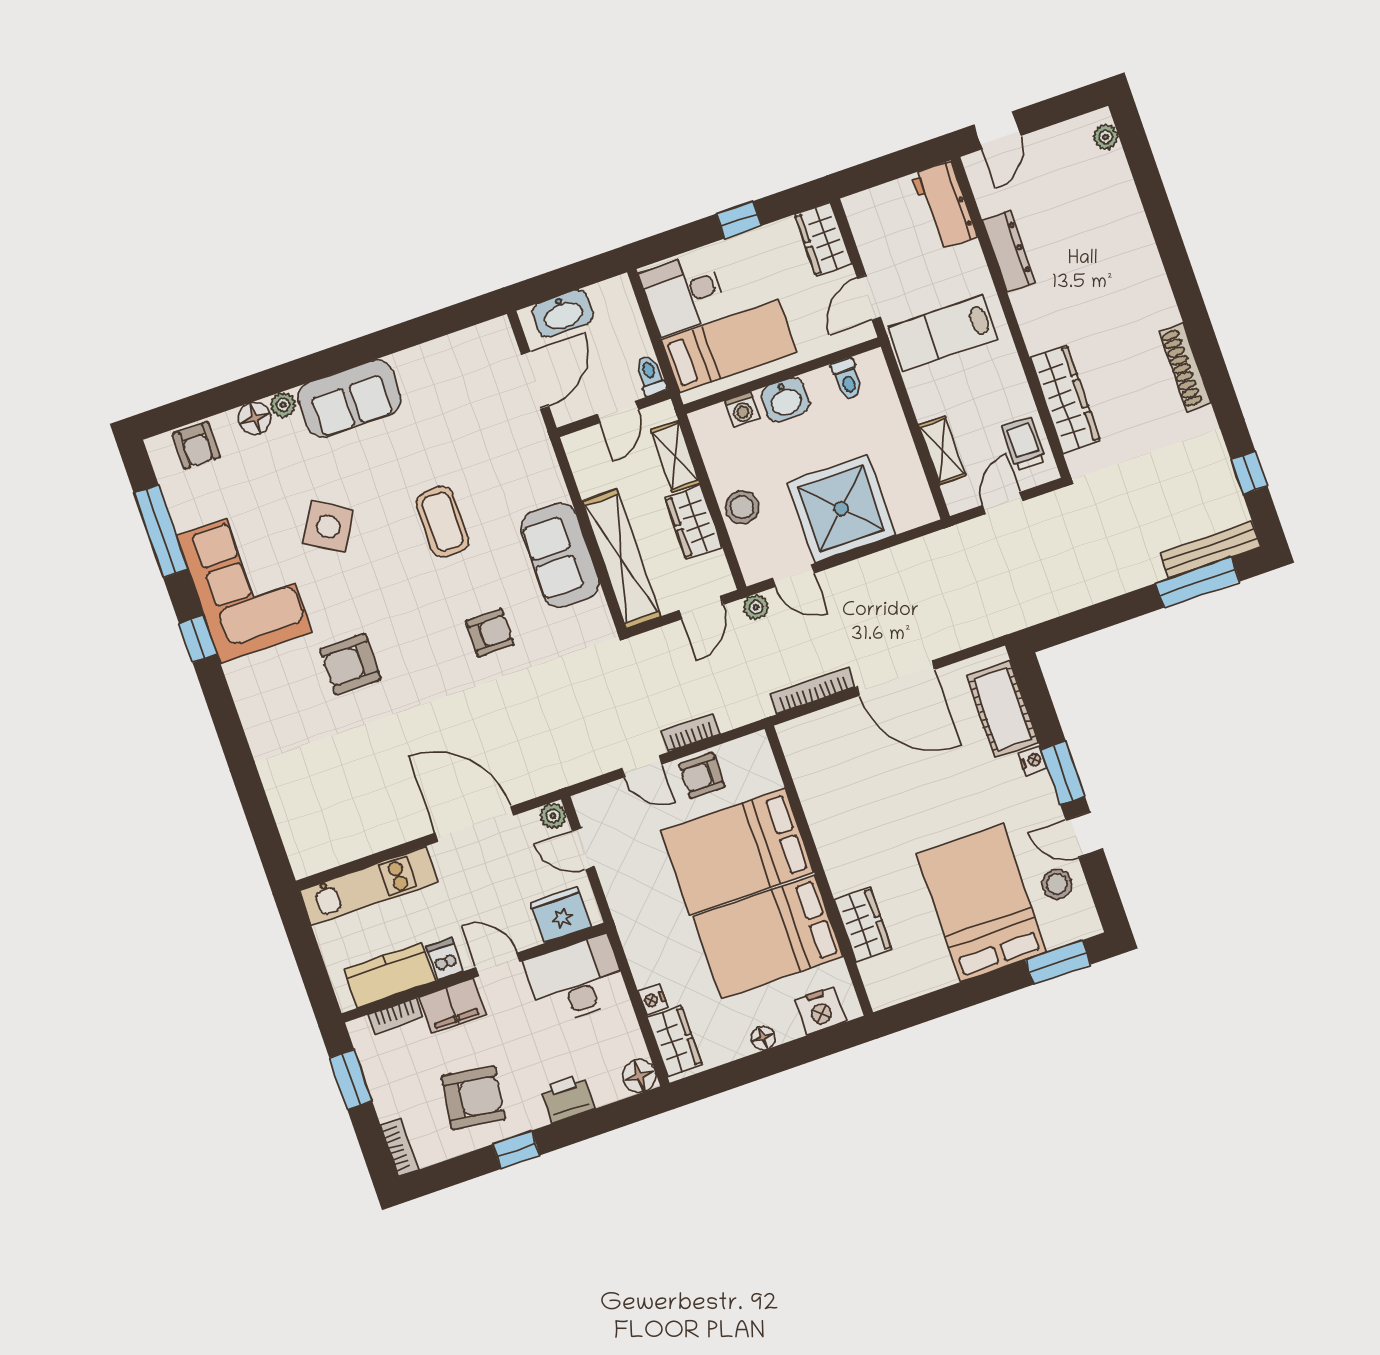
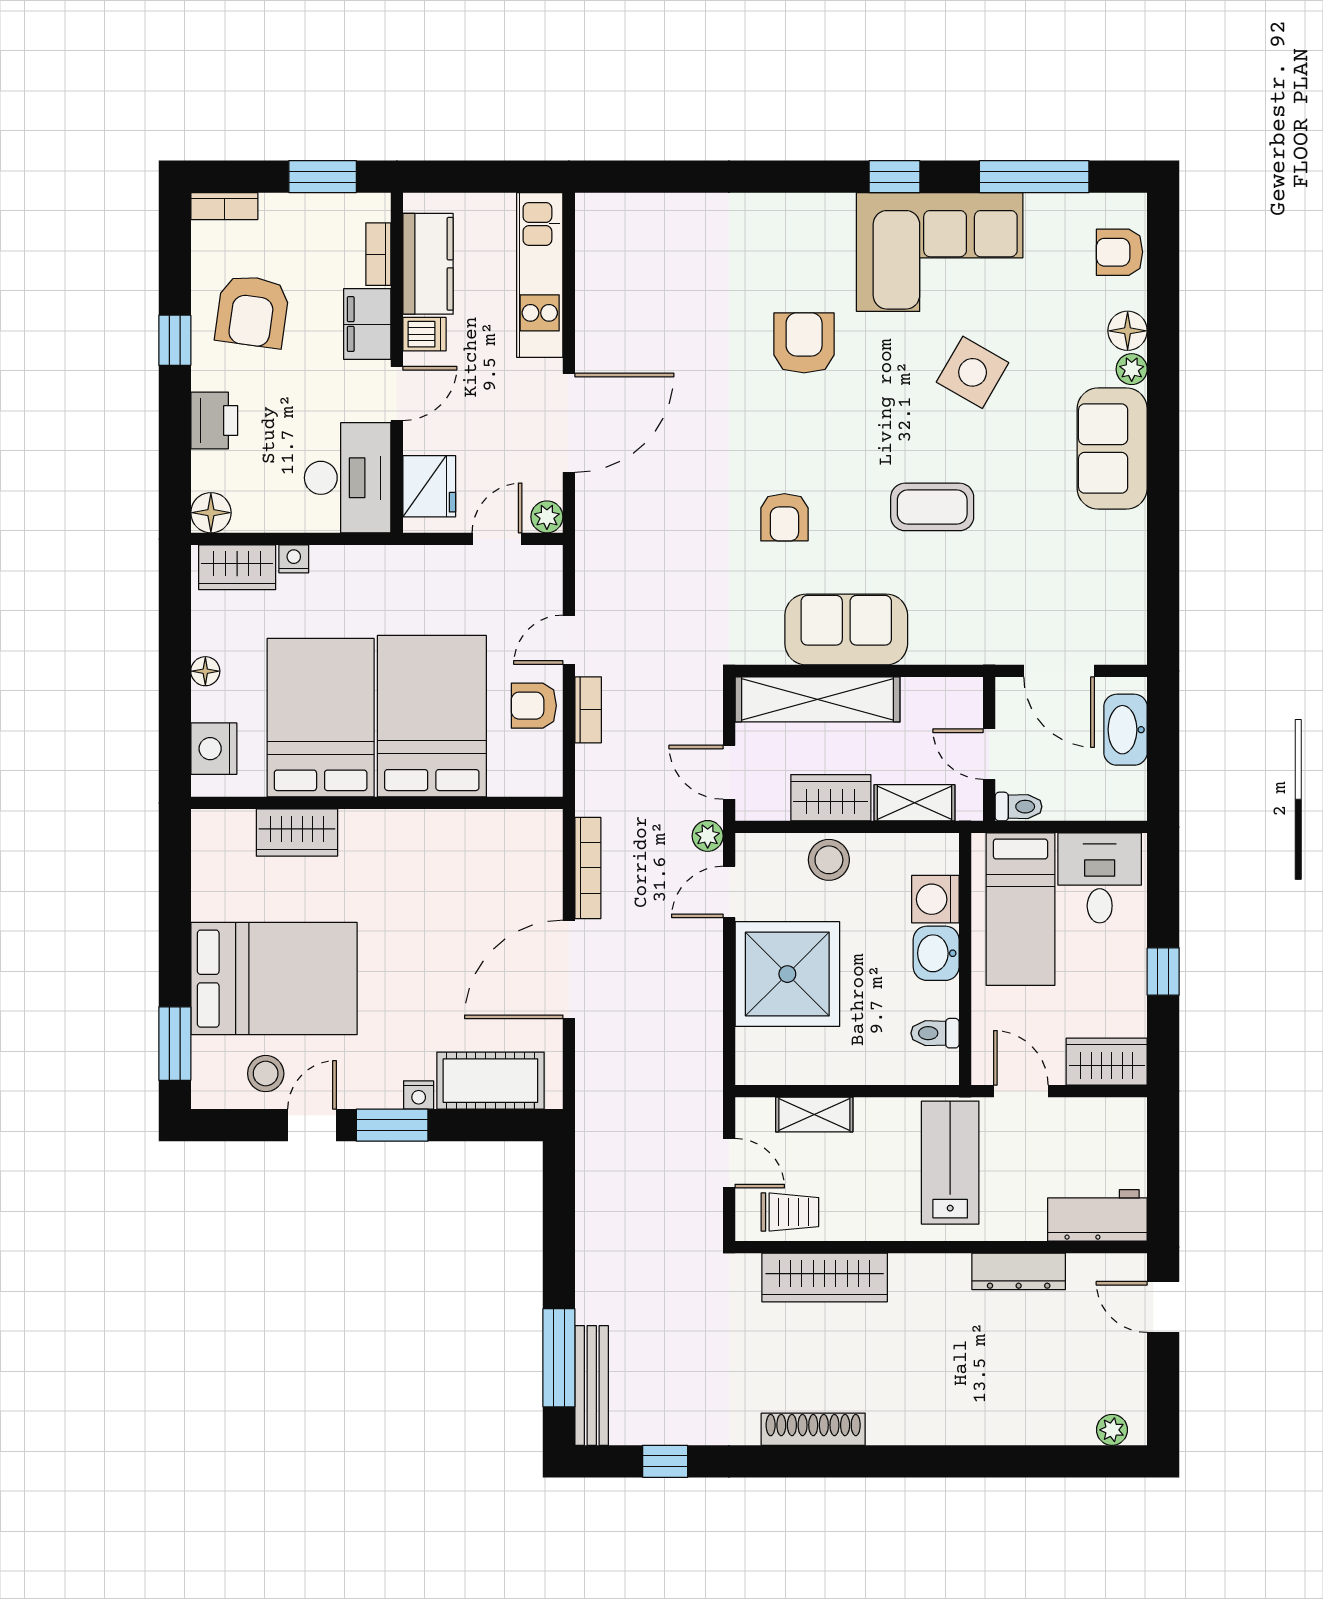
washing machine: (742, 410) -> (935, 899), width x1.38, depth x1.38
armchair: (702, 776) -> (534, 706), turned -90

